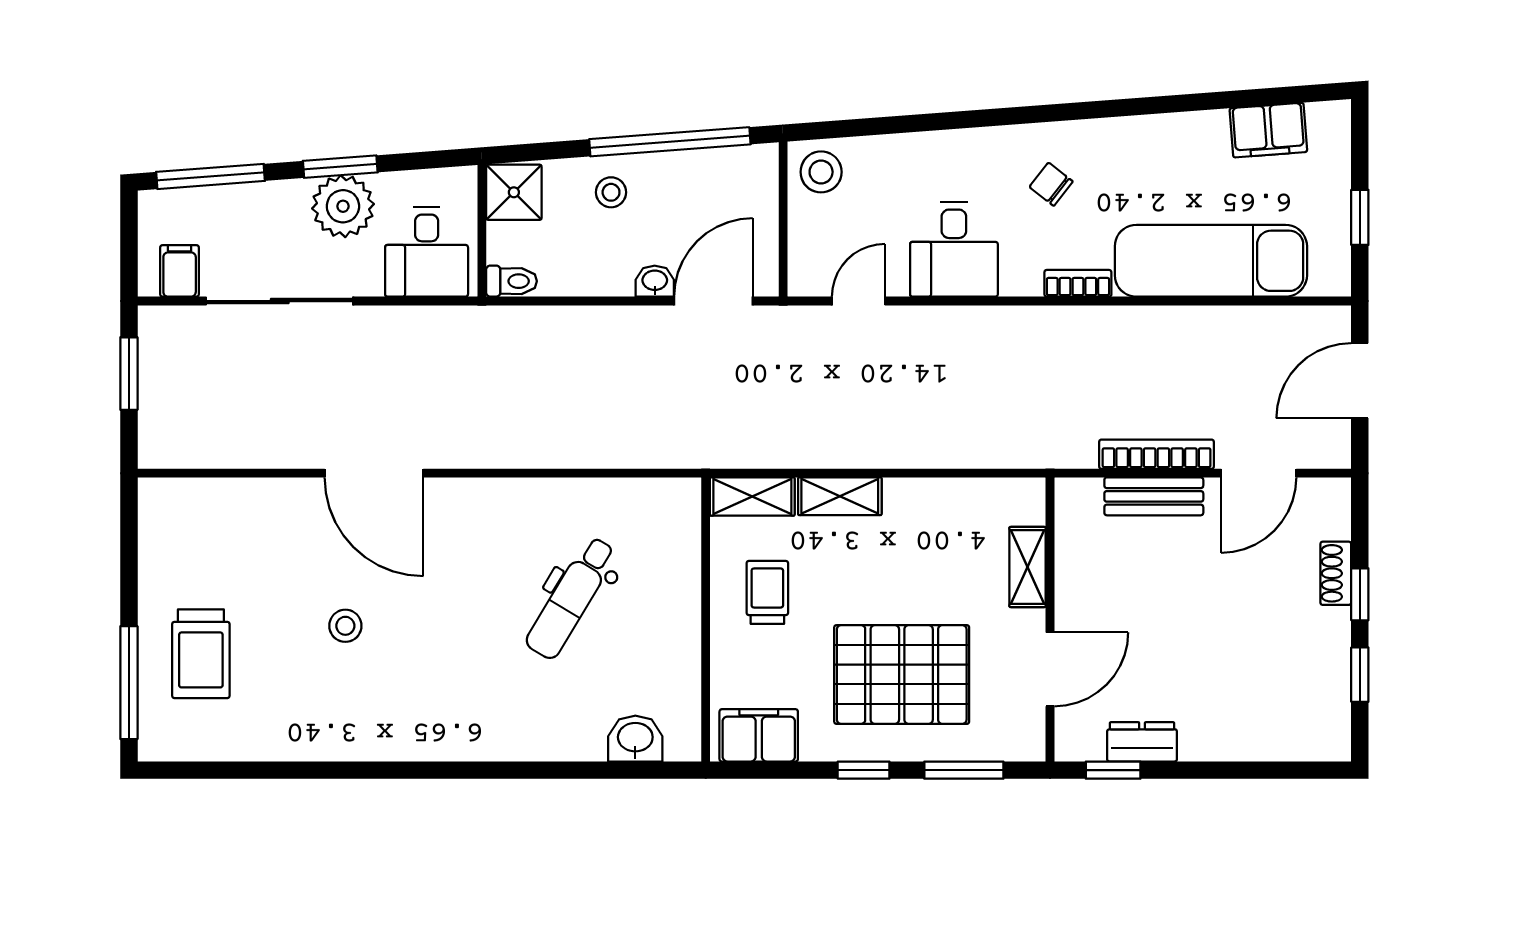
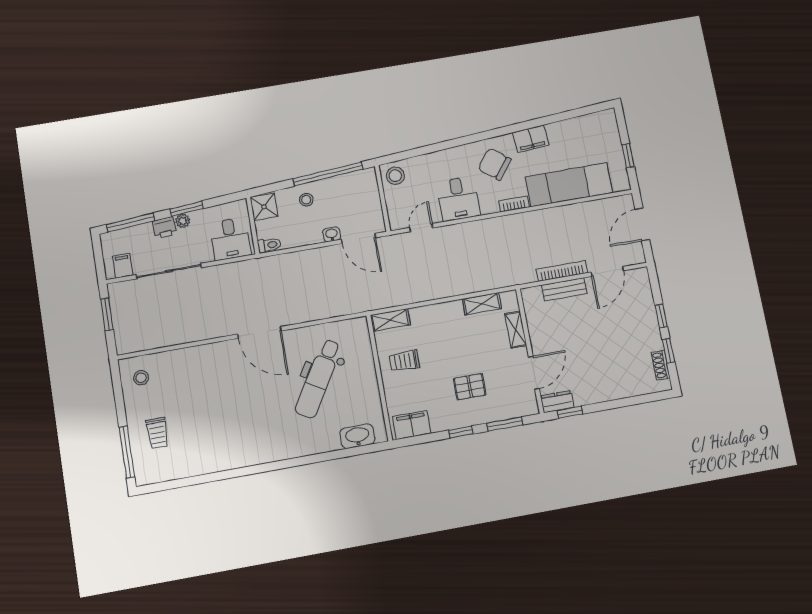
filing cabinet: (1268, 130) -> (531, 139), moved
chair: (1051, 184) -> (495, 164), width x1.87, depth x1.87
printer: (284, 201) -> (164, 228), added
plant: (343, 206) -> (183, 221), width x0.53, depth x0.53
door: (713, 301) -> (359, 238), swing flipped
door: (374, 473) -> (259, 333), moved
shelving: (840, 496) -> (482, 304), moved
shoe rack: (1336, 573) -> (661, 365), moved
trolley: (767, 592) -> (404, 361), turned -90
dental chair: (571, 598) -> (318, 379), width x1.36, depth x1.38
stool: (345, 626) -> (141, 378), moved
trolley: (201, 654) -> (157, 433), width x0.73, depth x0.72
pallet: (902, 675) -> (470, 387), width x0.49, depth x0.50
washbasin: (635, 739) -> (357, 436), width x1.38
dresser: (1142, 742) -> (557, 402), moved

